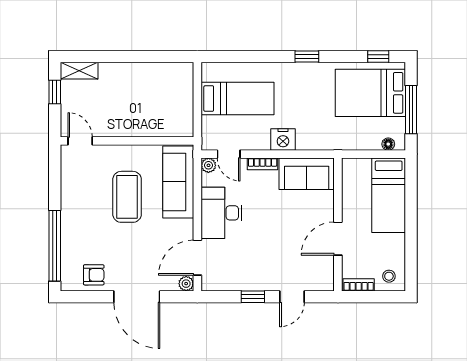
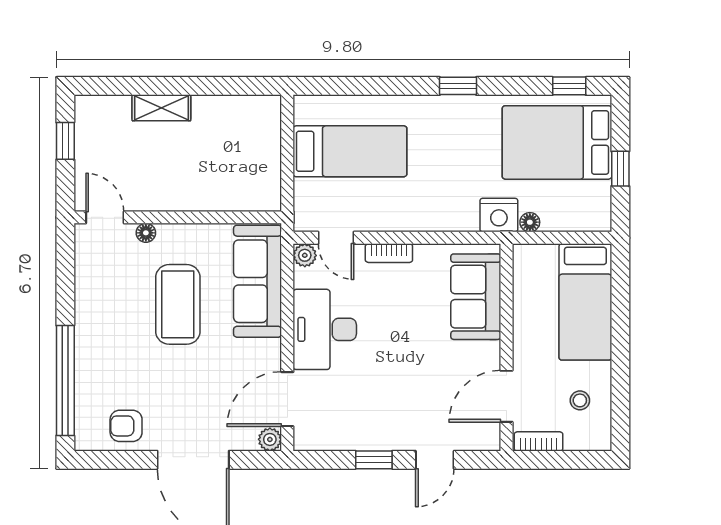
shelving: (79, 71) -> (161, 108), moved
window: (411, 110) -> (620, 169), width x0.46
nightstand: (283, 140) -> (499, 215), moved
floor lamp: (388, 144) -> (530, 222), moved
floor lamp: (106, 151) -> (146, 233), added
sofa: (307, 174) -> (476, 297), moved, turned 90
door: (338, 239) -> (506, 396), moved
armchair: (94, 275) -> (126, 426), turned 180
stool: (389, 276) -> (580, 400), moved

